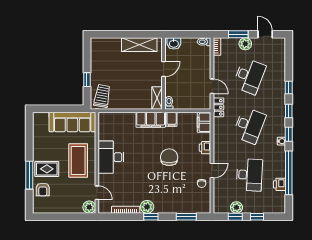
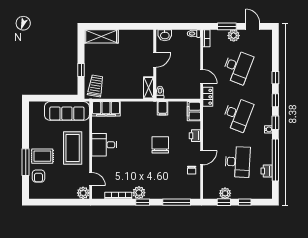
shelving: (139, 45) -> (101, 36), moved
filing cabinet: (151, 120) -> (106, 109), moved
desk: (111, 157) -> (104, 145), width x0.73
window: (186, 217) -> (177, 202), width x1.44

